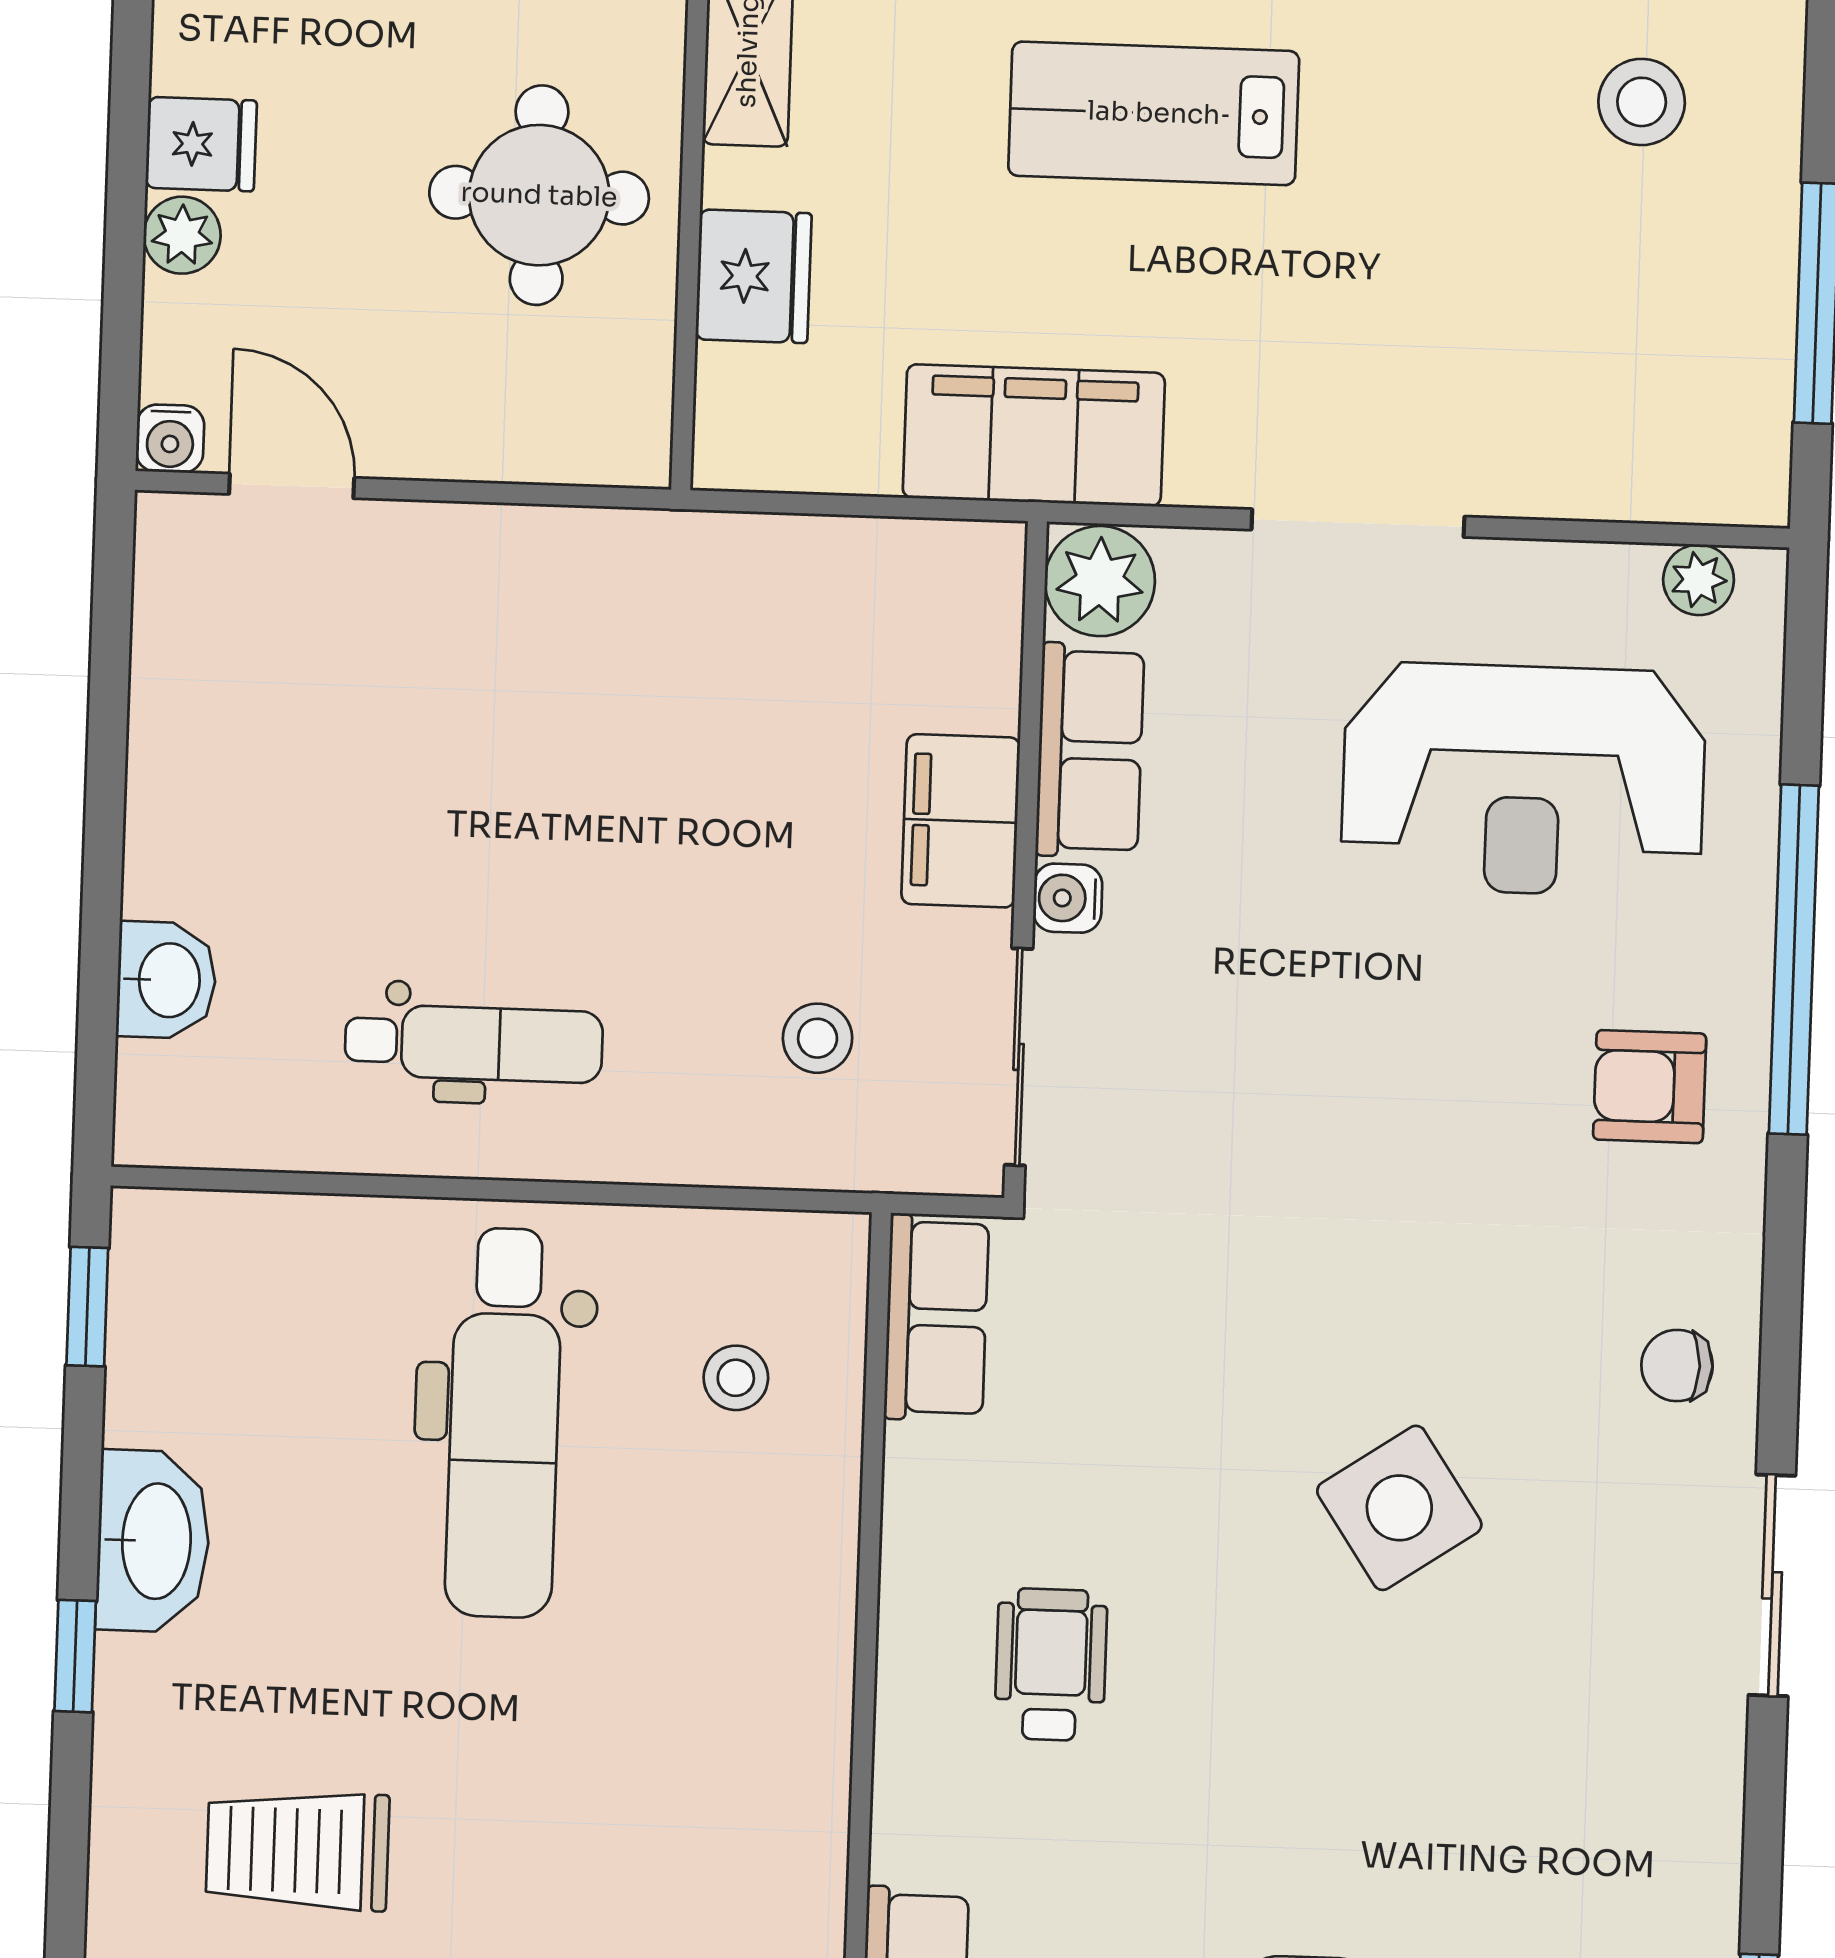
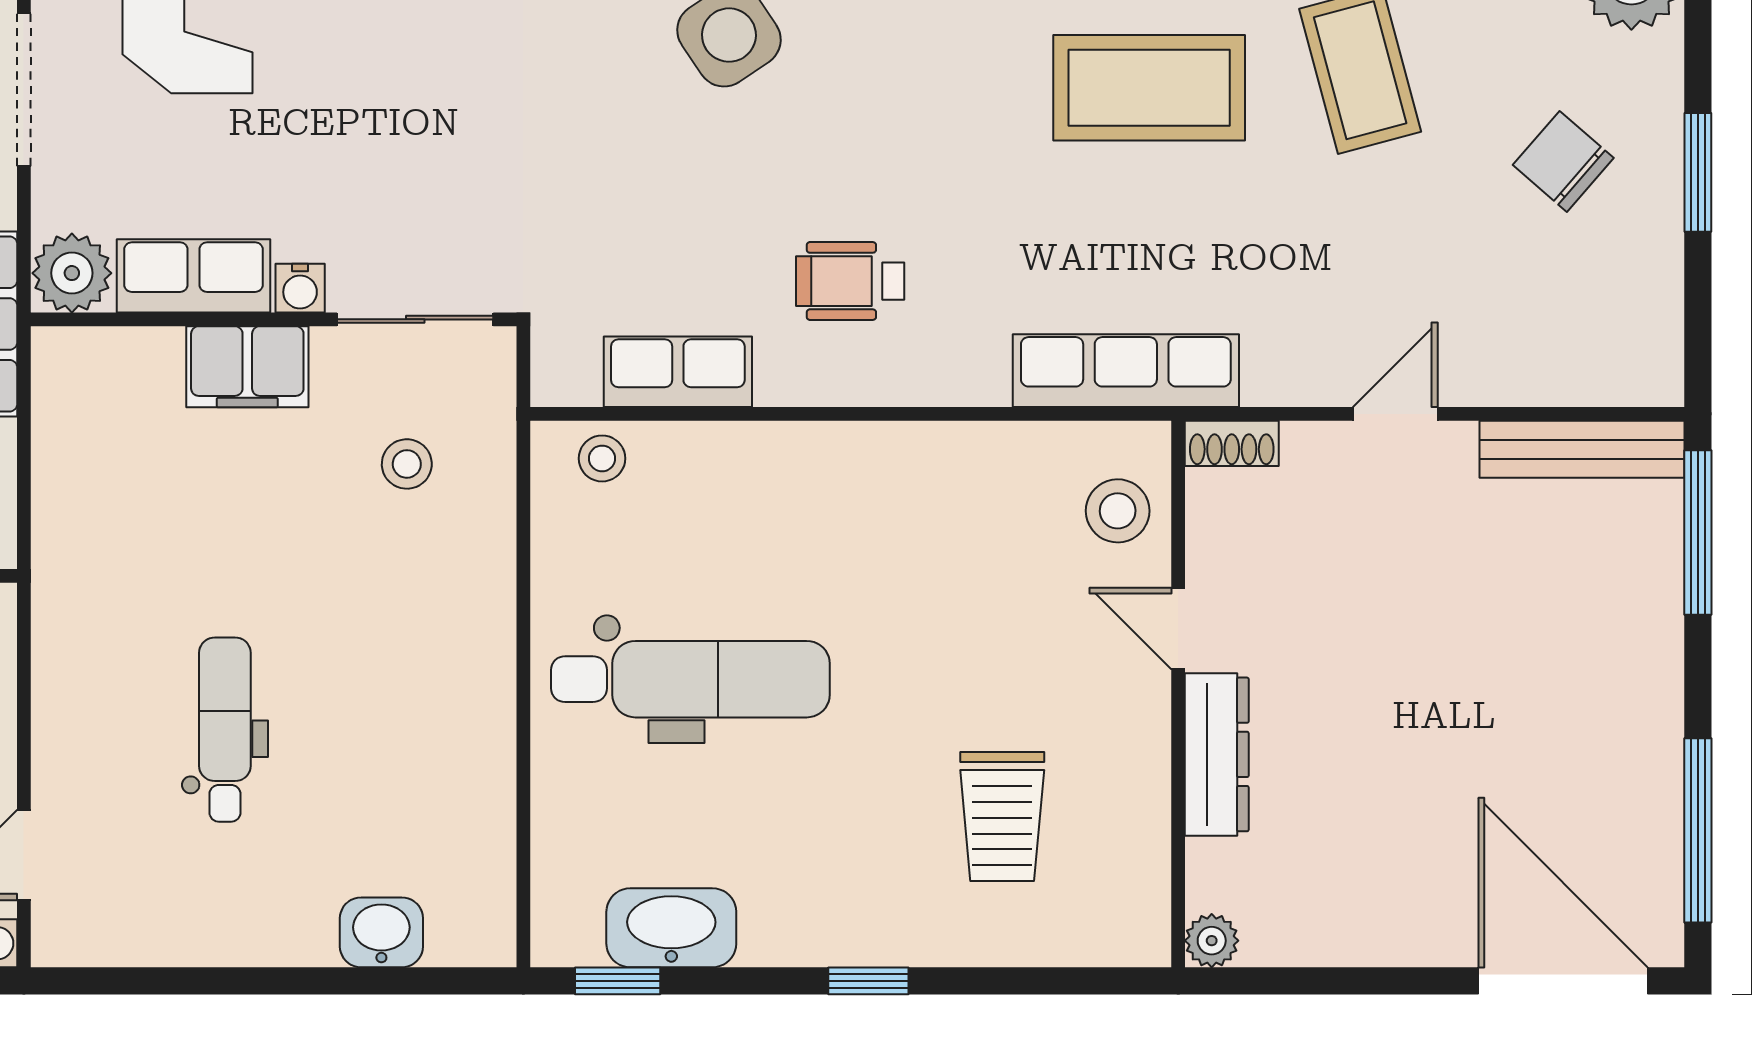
dental chair: (474, 1043) -> (225, 730), moved
row of seats: (936, 1318) -> (678, 372), moved
stool: (736, 1378) -> (602, 458), moved
washbasin: (153, 1541) -> (671, 928), moved

